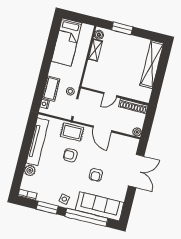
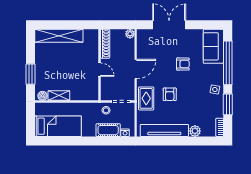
sofa: (100, 206) -> (213, 46), width x0.73

